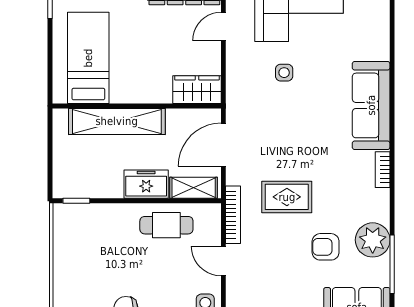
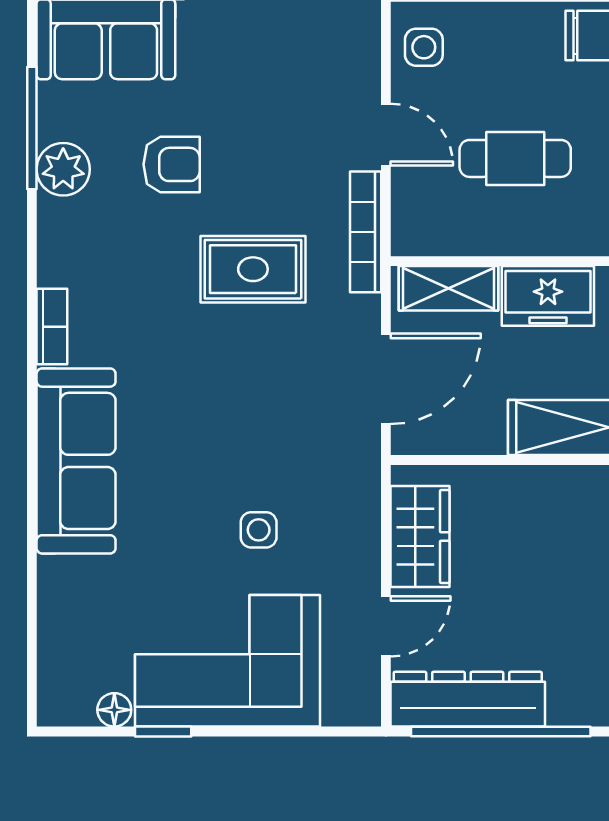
wardrobe: (197, 90) -> (420, 537), moved, turned -90
cafe table: (166, 225) -> (515, 158), moved
plant: (373, 240) -> (63, 169), width x0.73, depth x0.73

